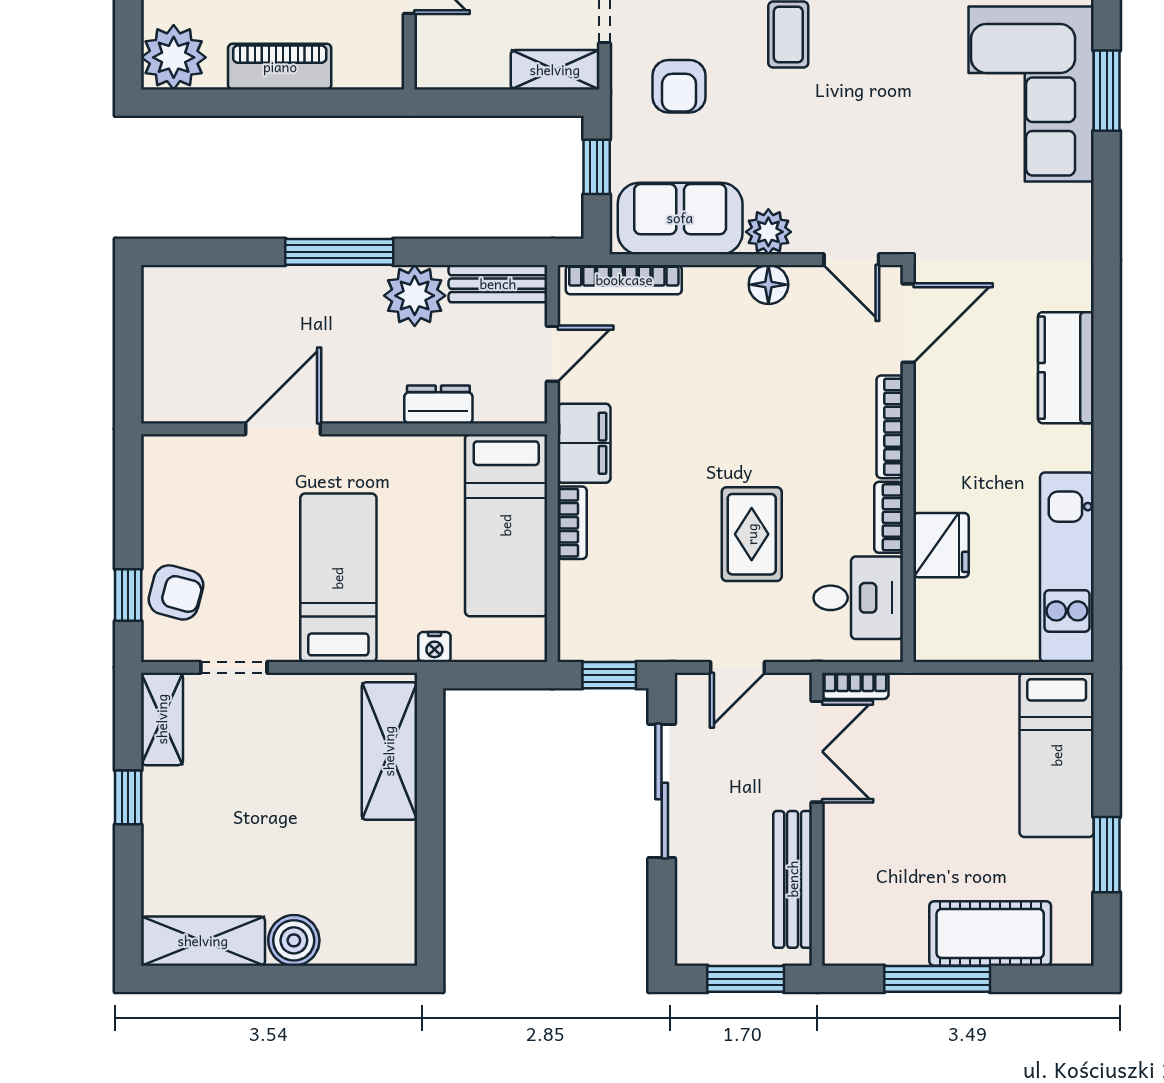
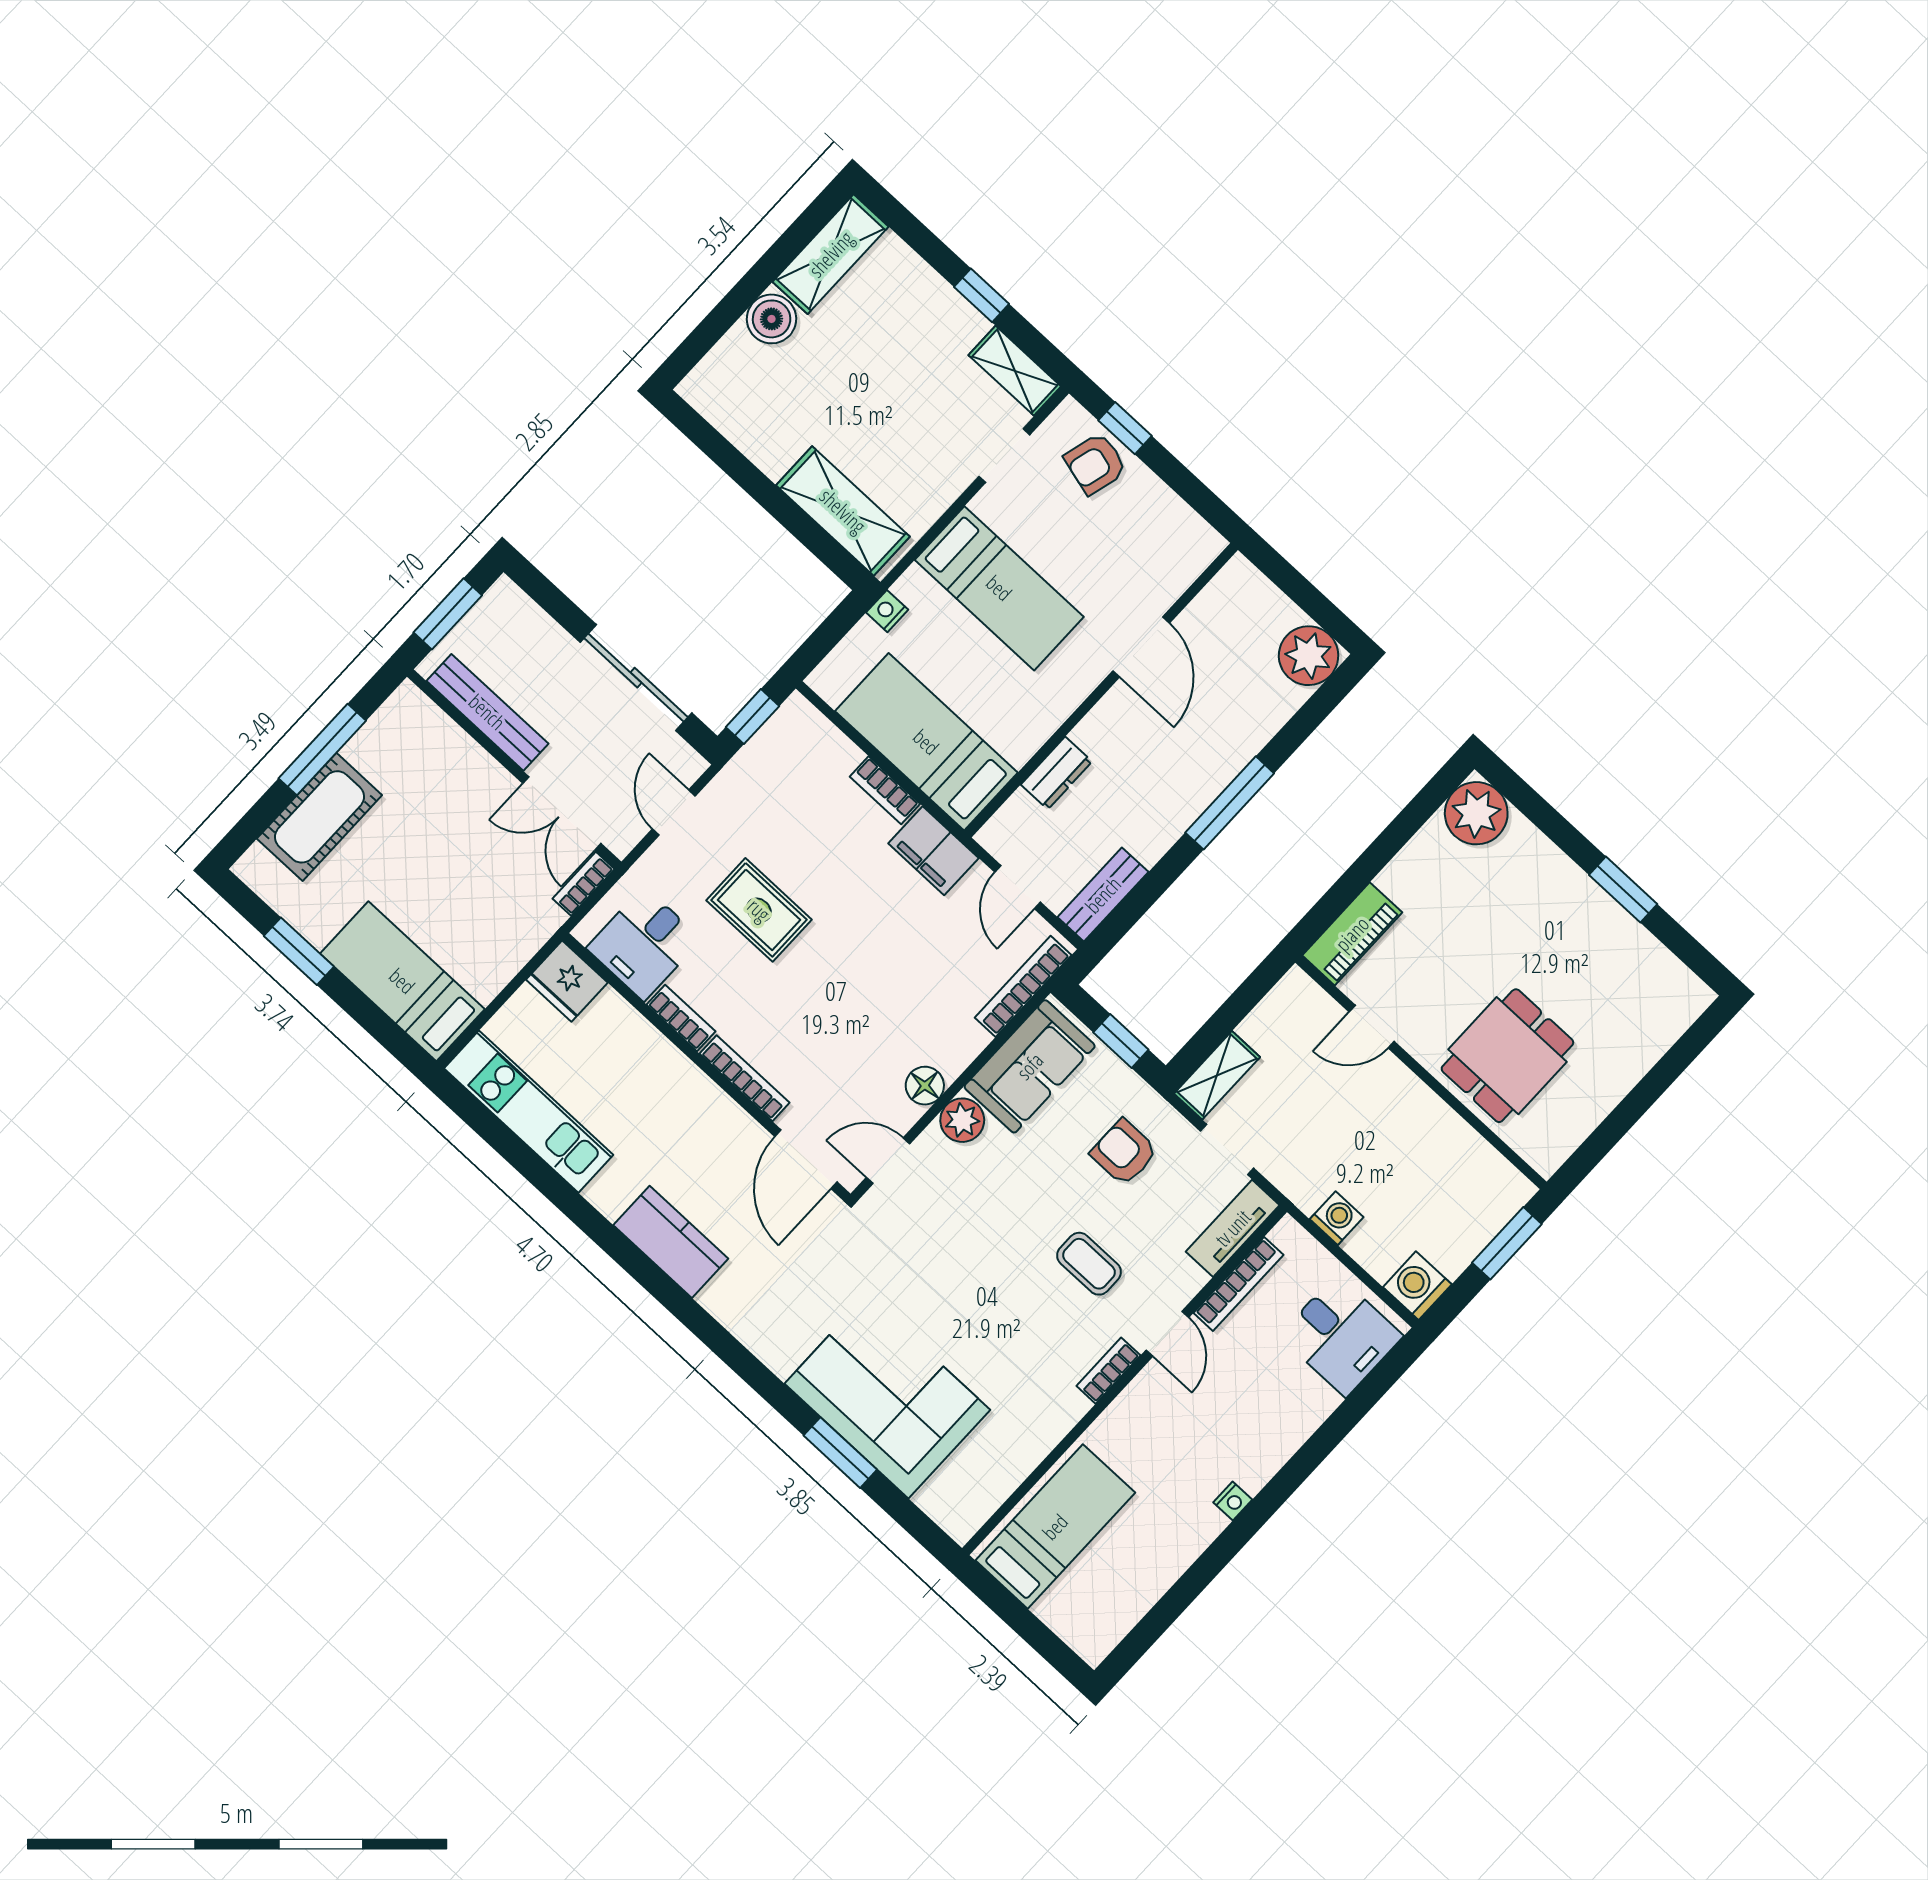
piano: (280, 67) -> (1352, 934), moved
plant: (415, 296) -> (1309, 656), moved
fridge: (941, 545) -> (567, 981), moved

